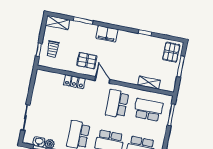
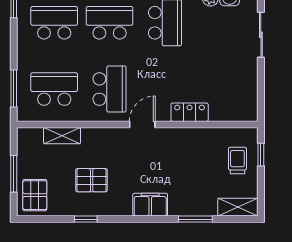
pallet: (87, 61) -> (92, 180), moved
door: (103, 80) -> (142, 124), swing flipped
school desk: (148, 110) -> (54, 89), turned 180

